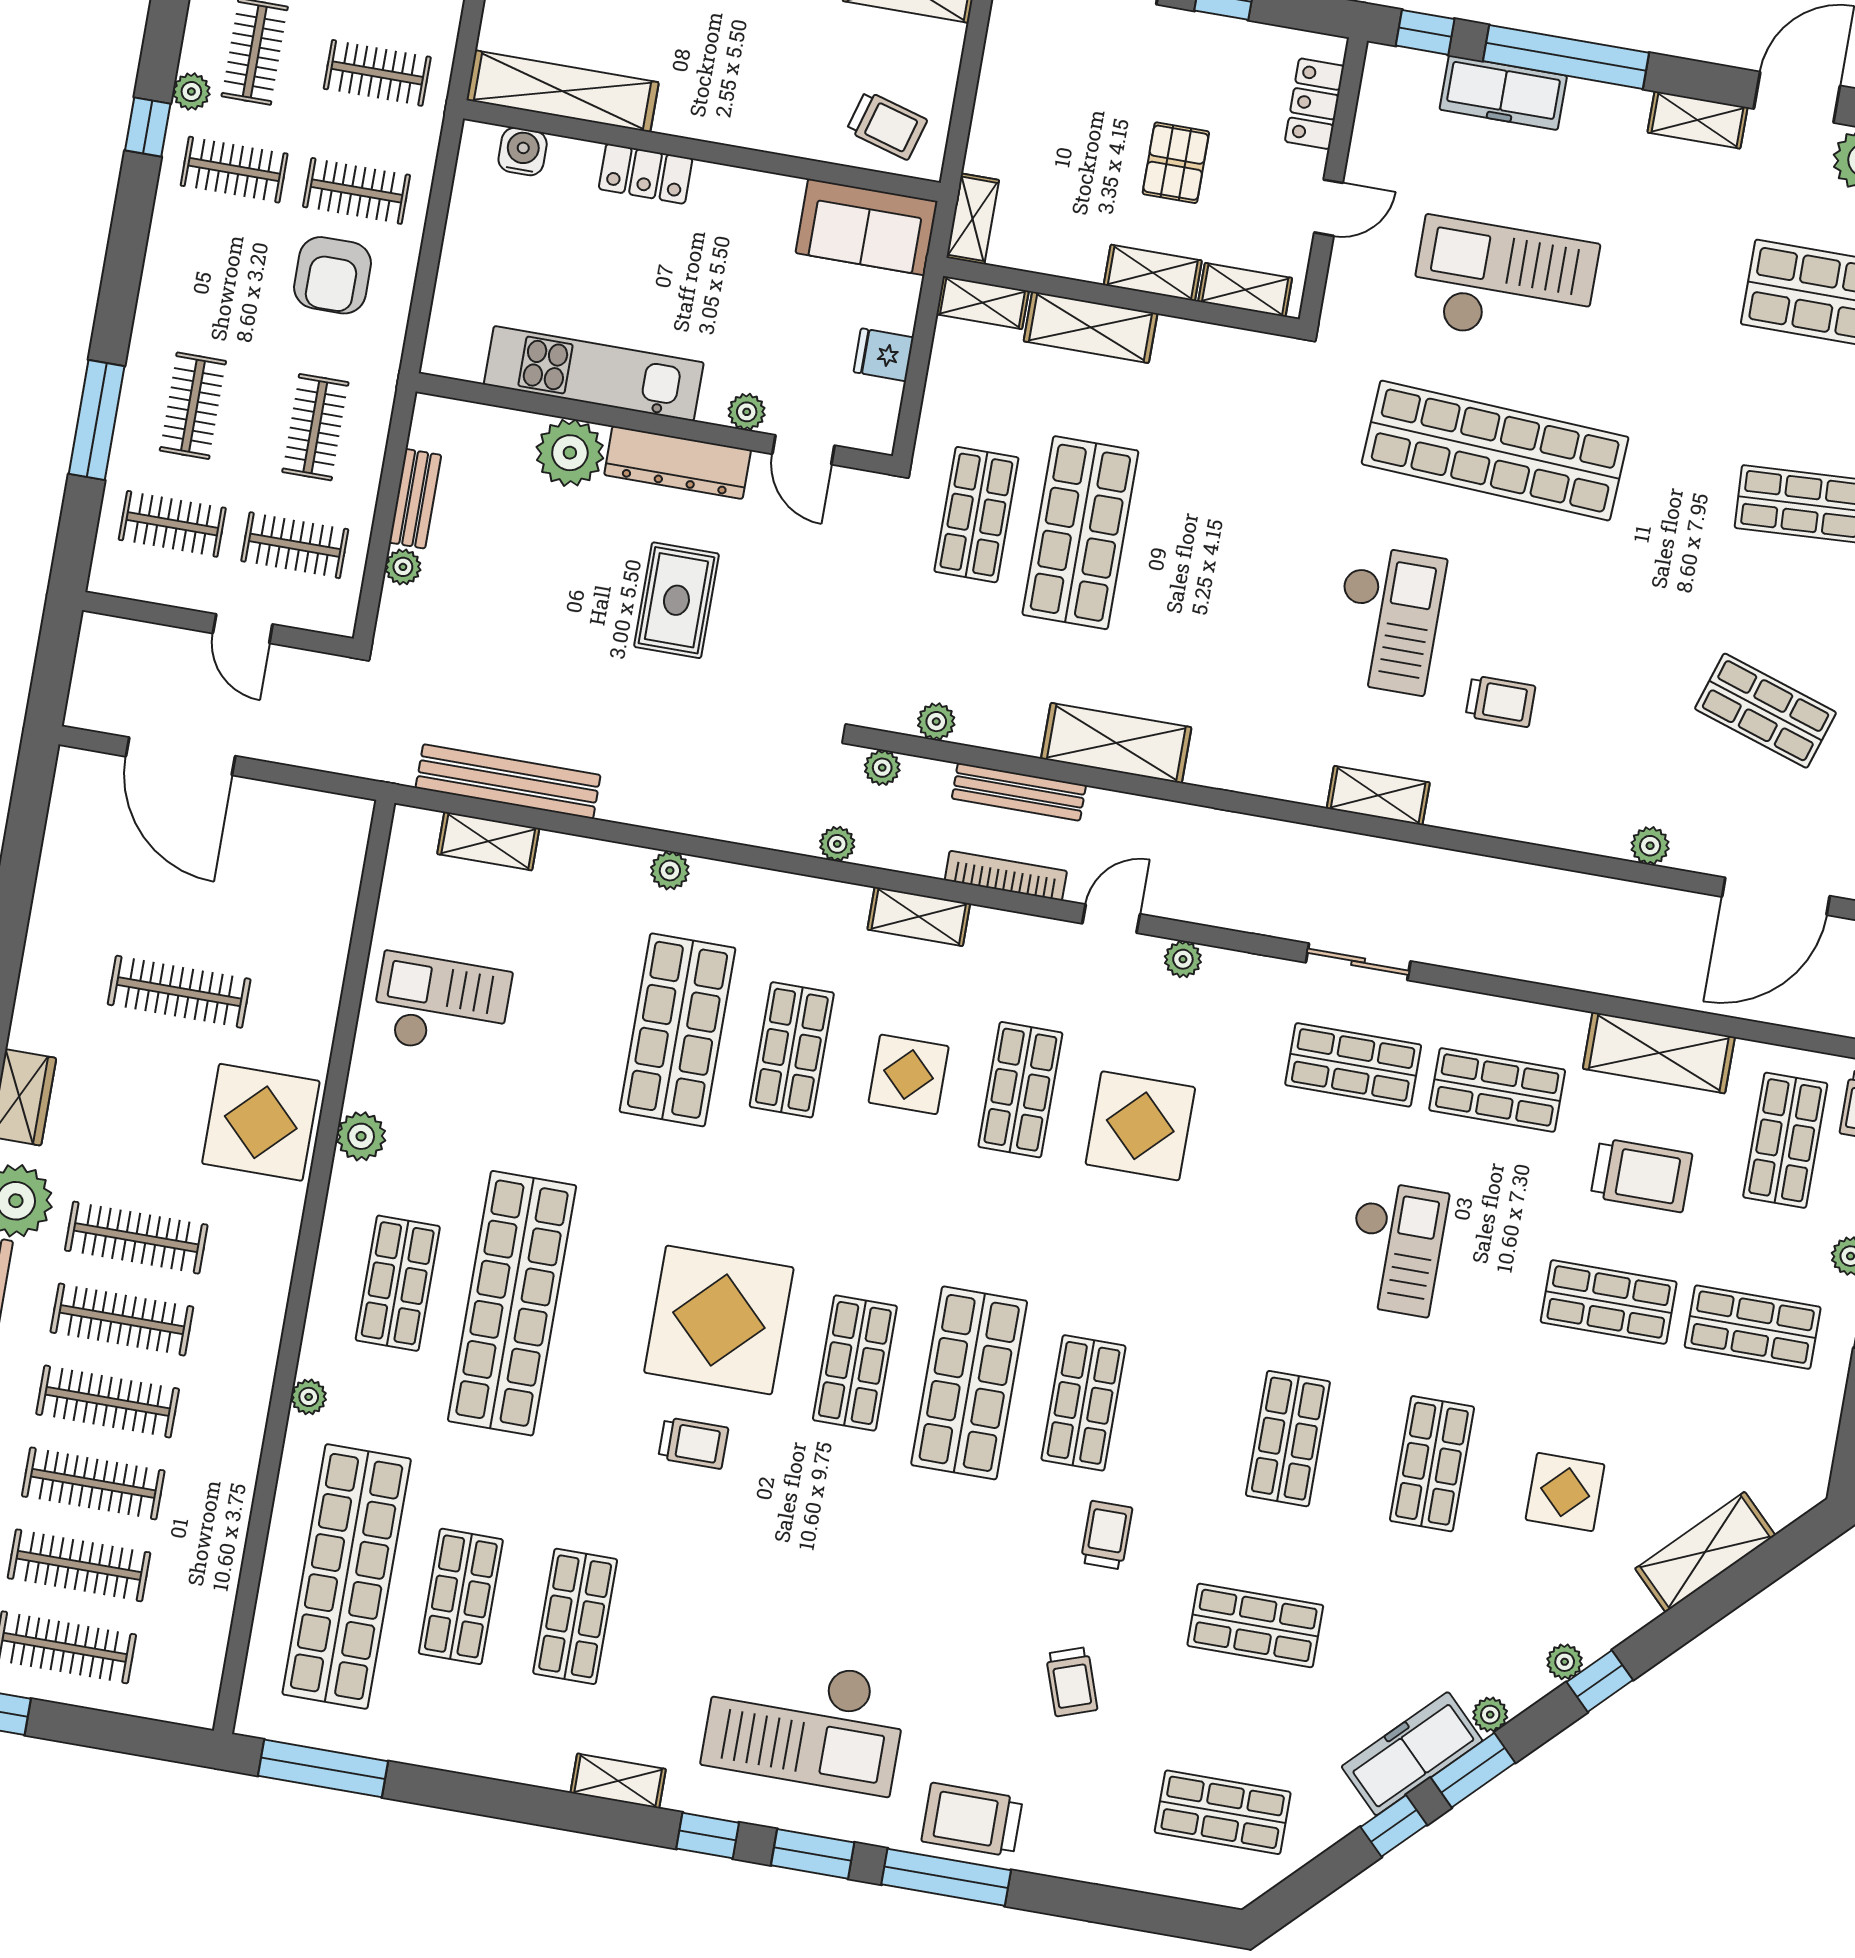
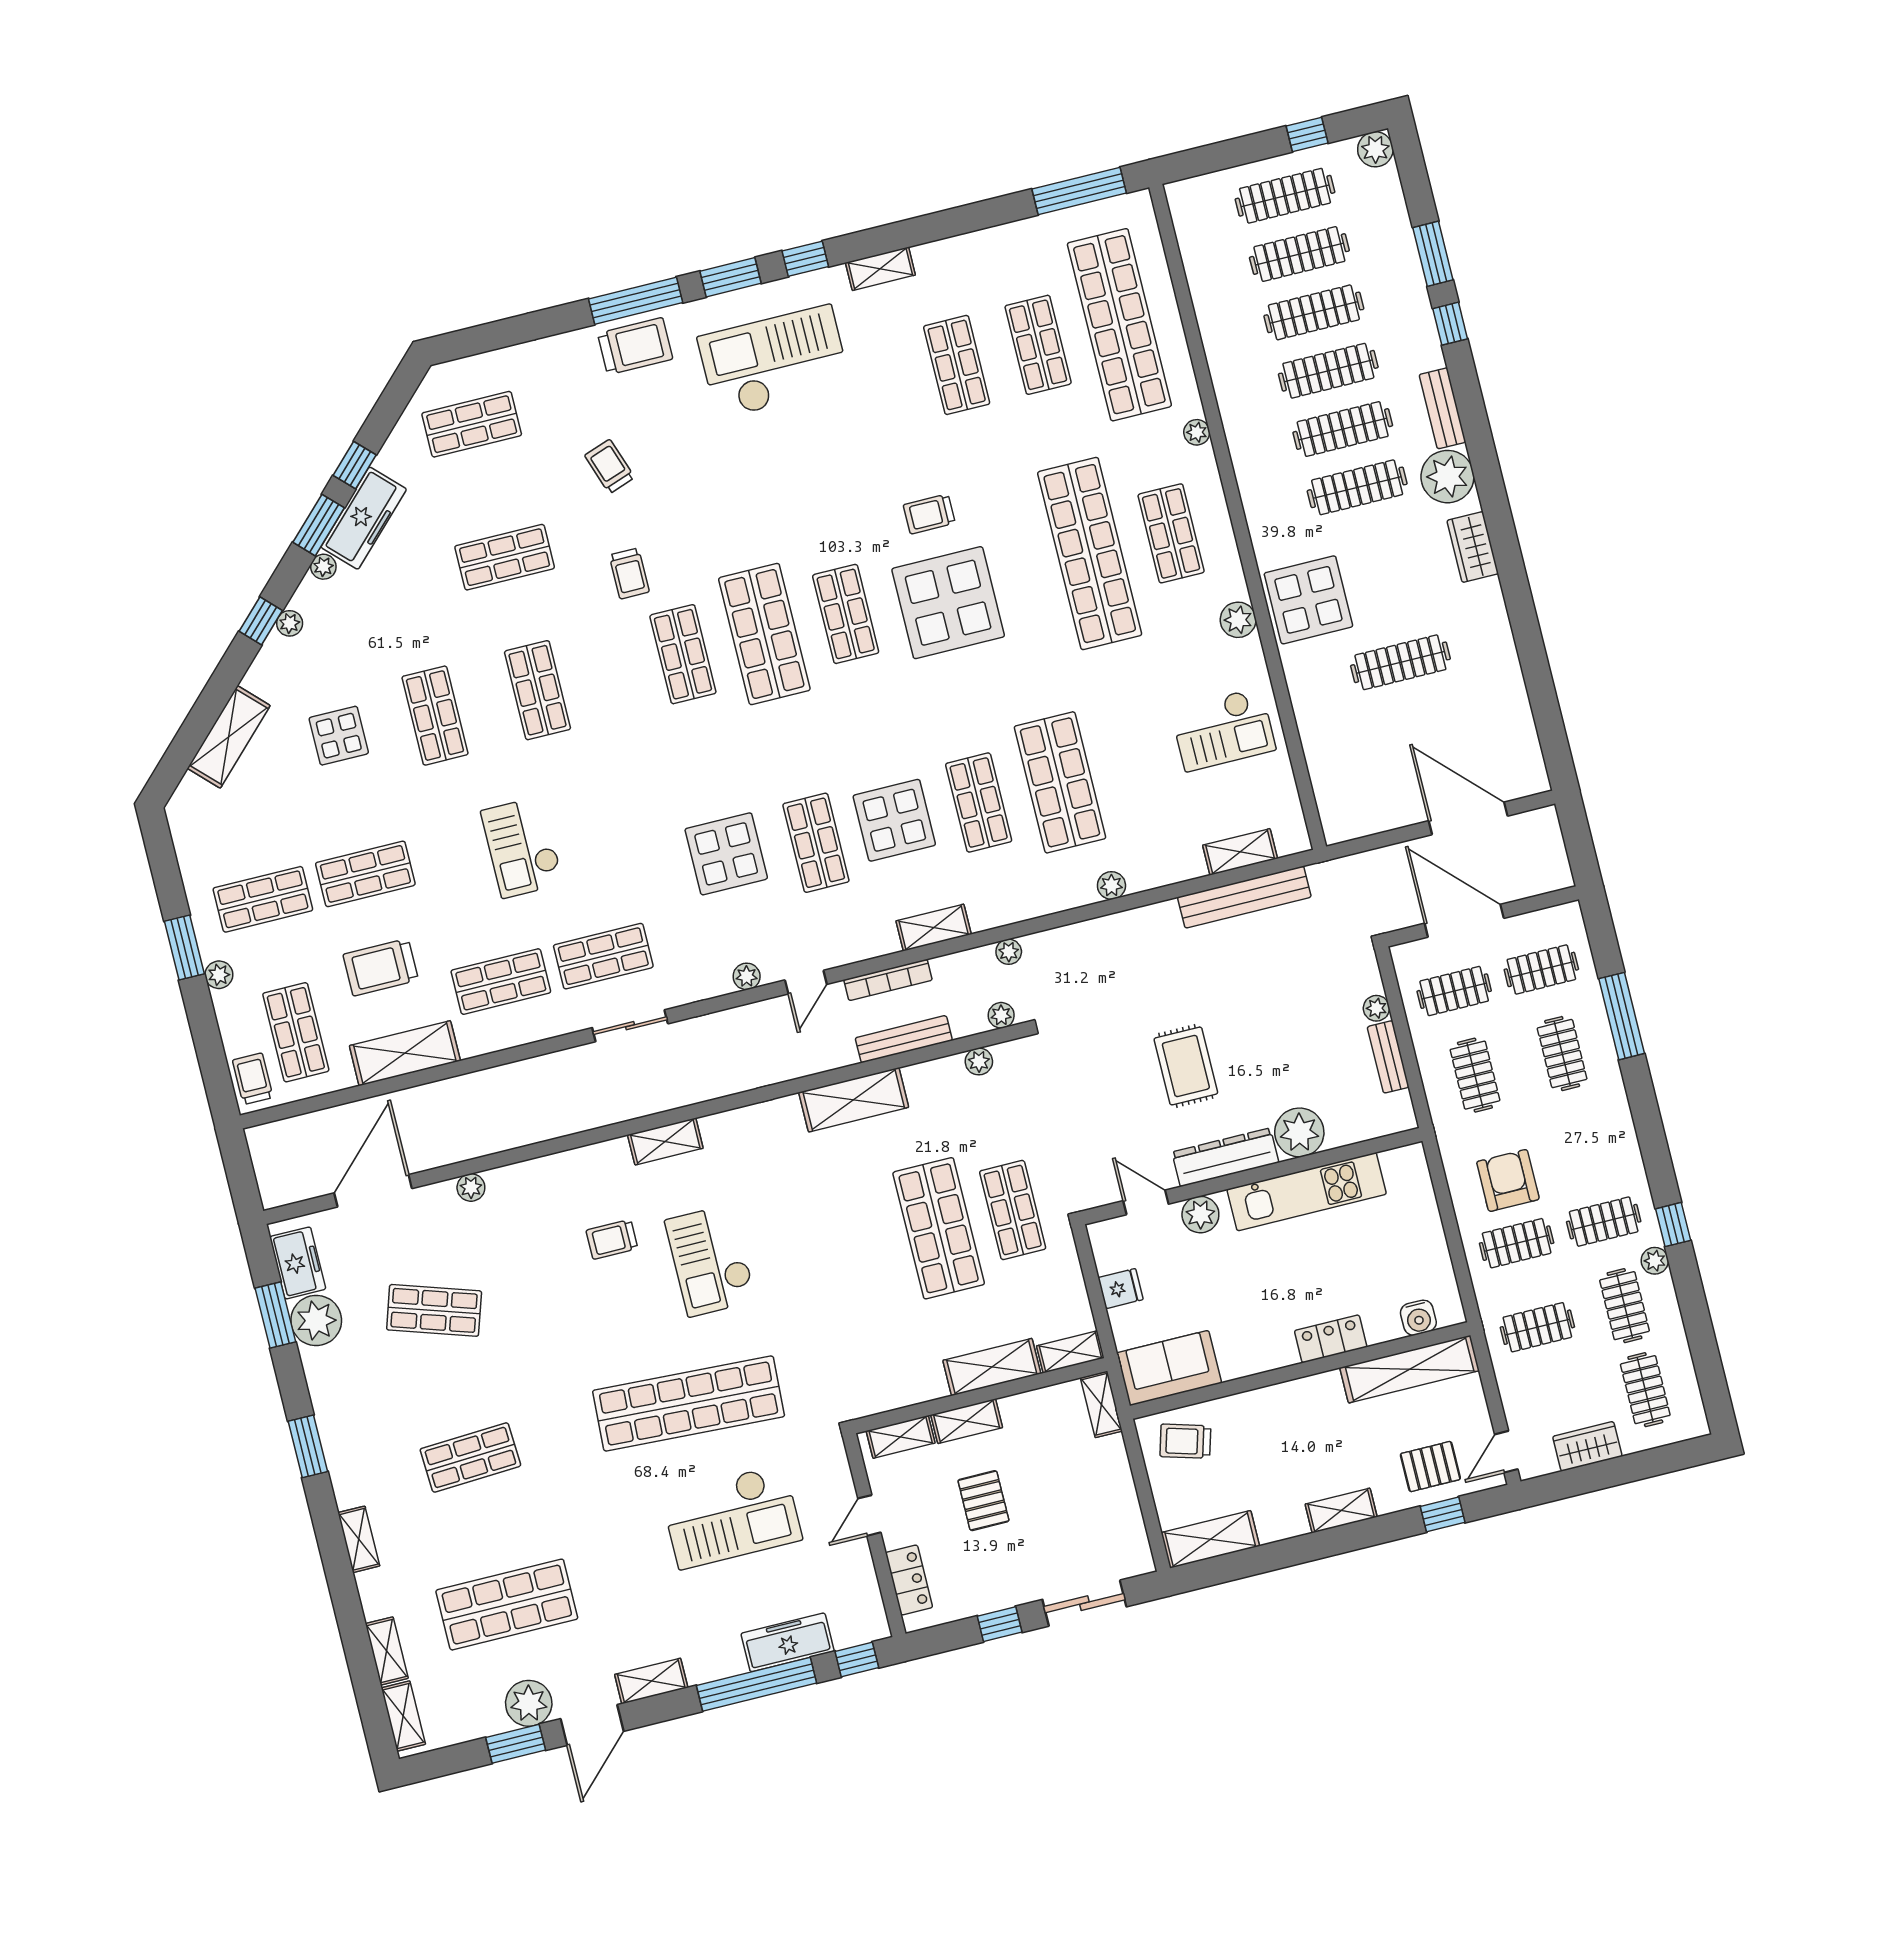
plant: (747, 412) -> (1200, 1215), width x1.38, depth x1.38
door: (243, 629) -> (1464, 921), width x1.88
display table: (909, 1074) -> (894, 820), width x1.36, depth x1.36

